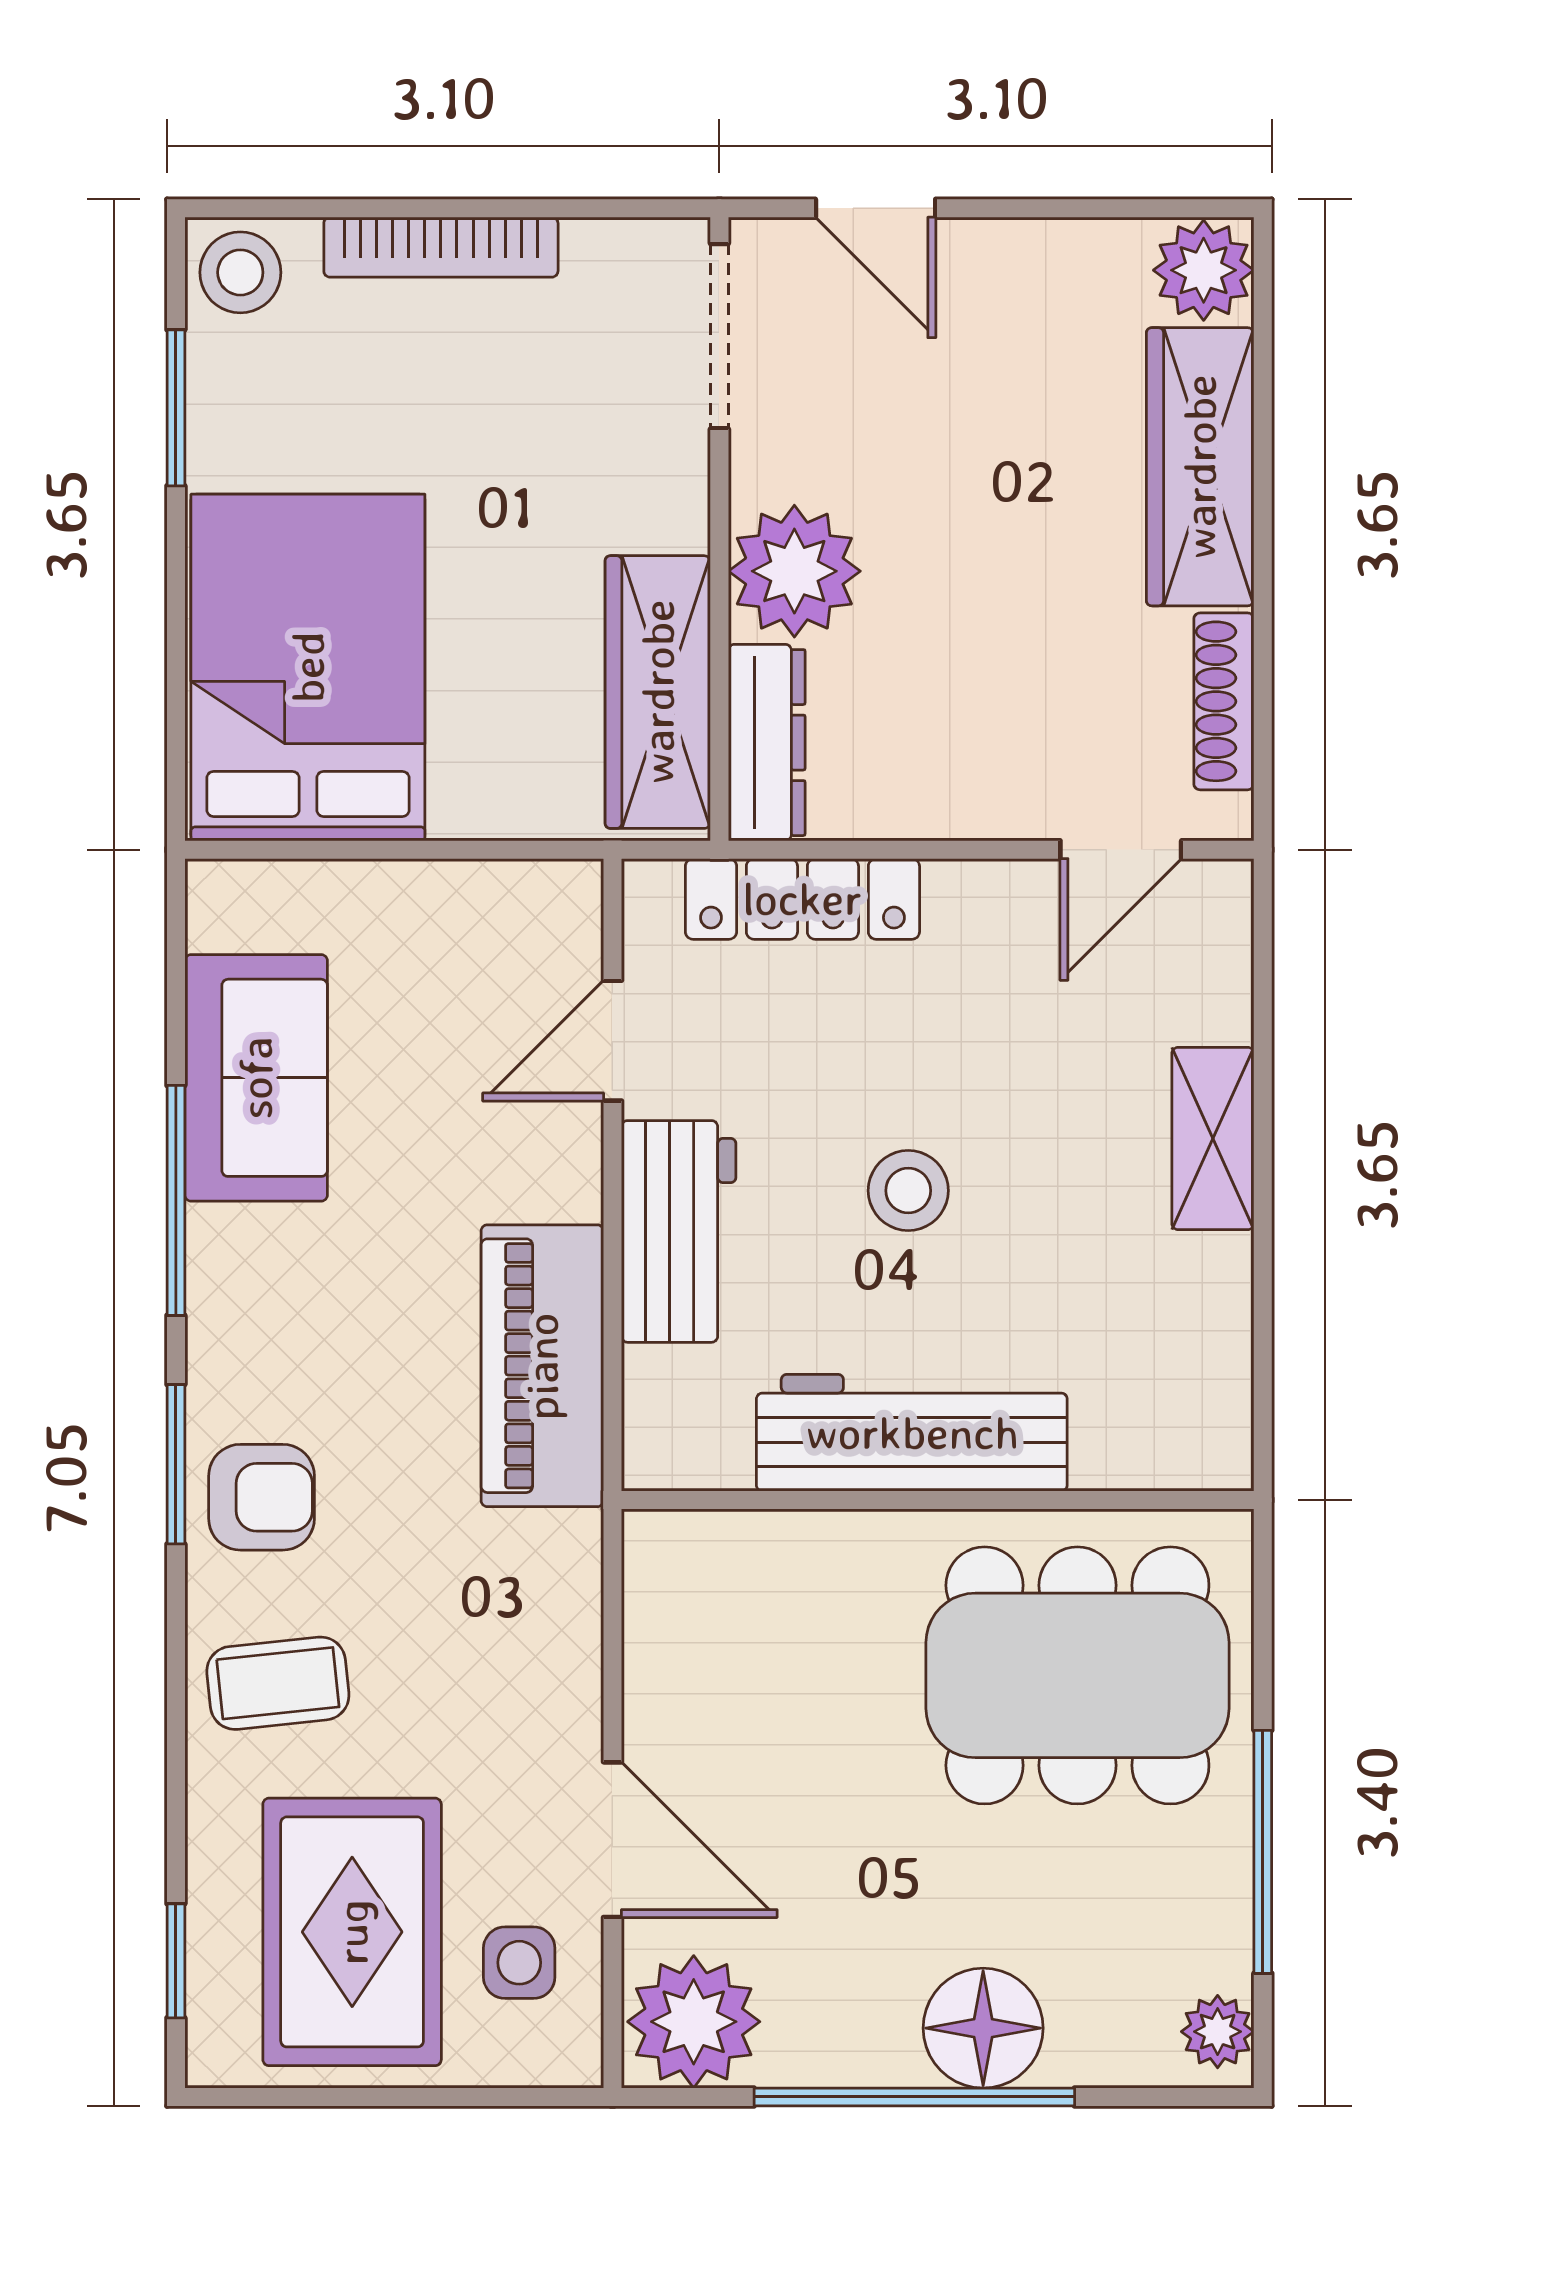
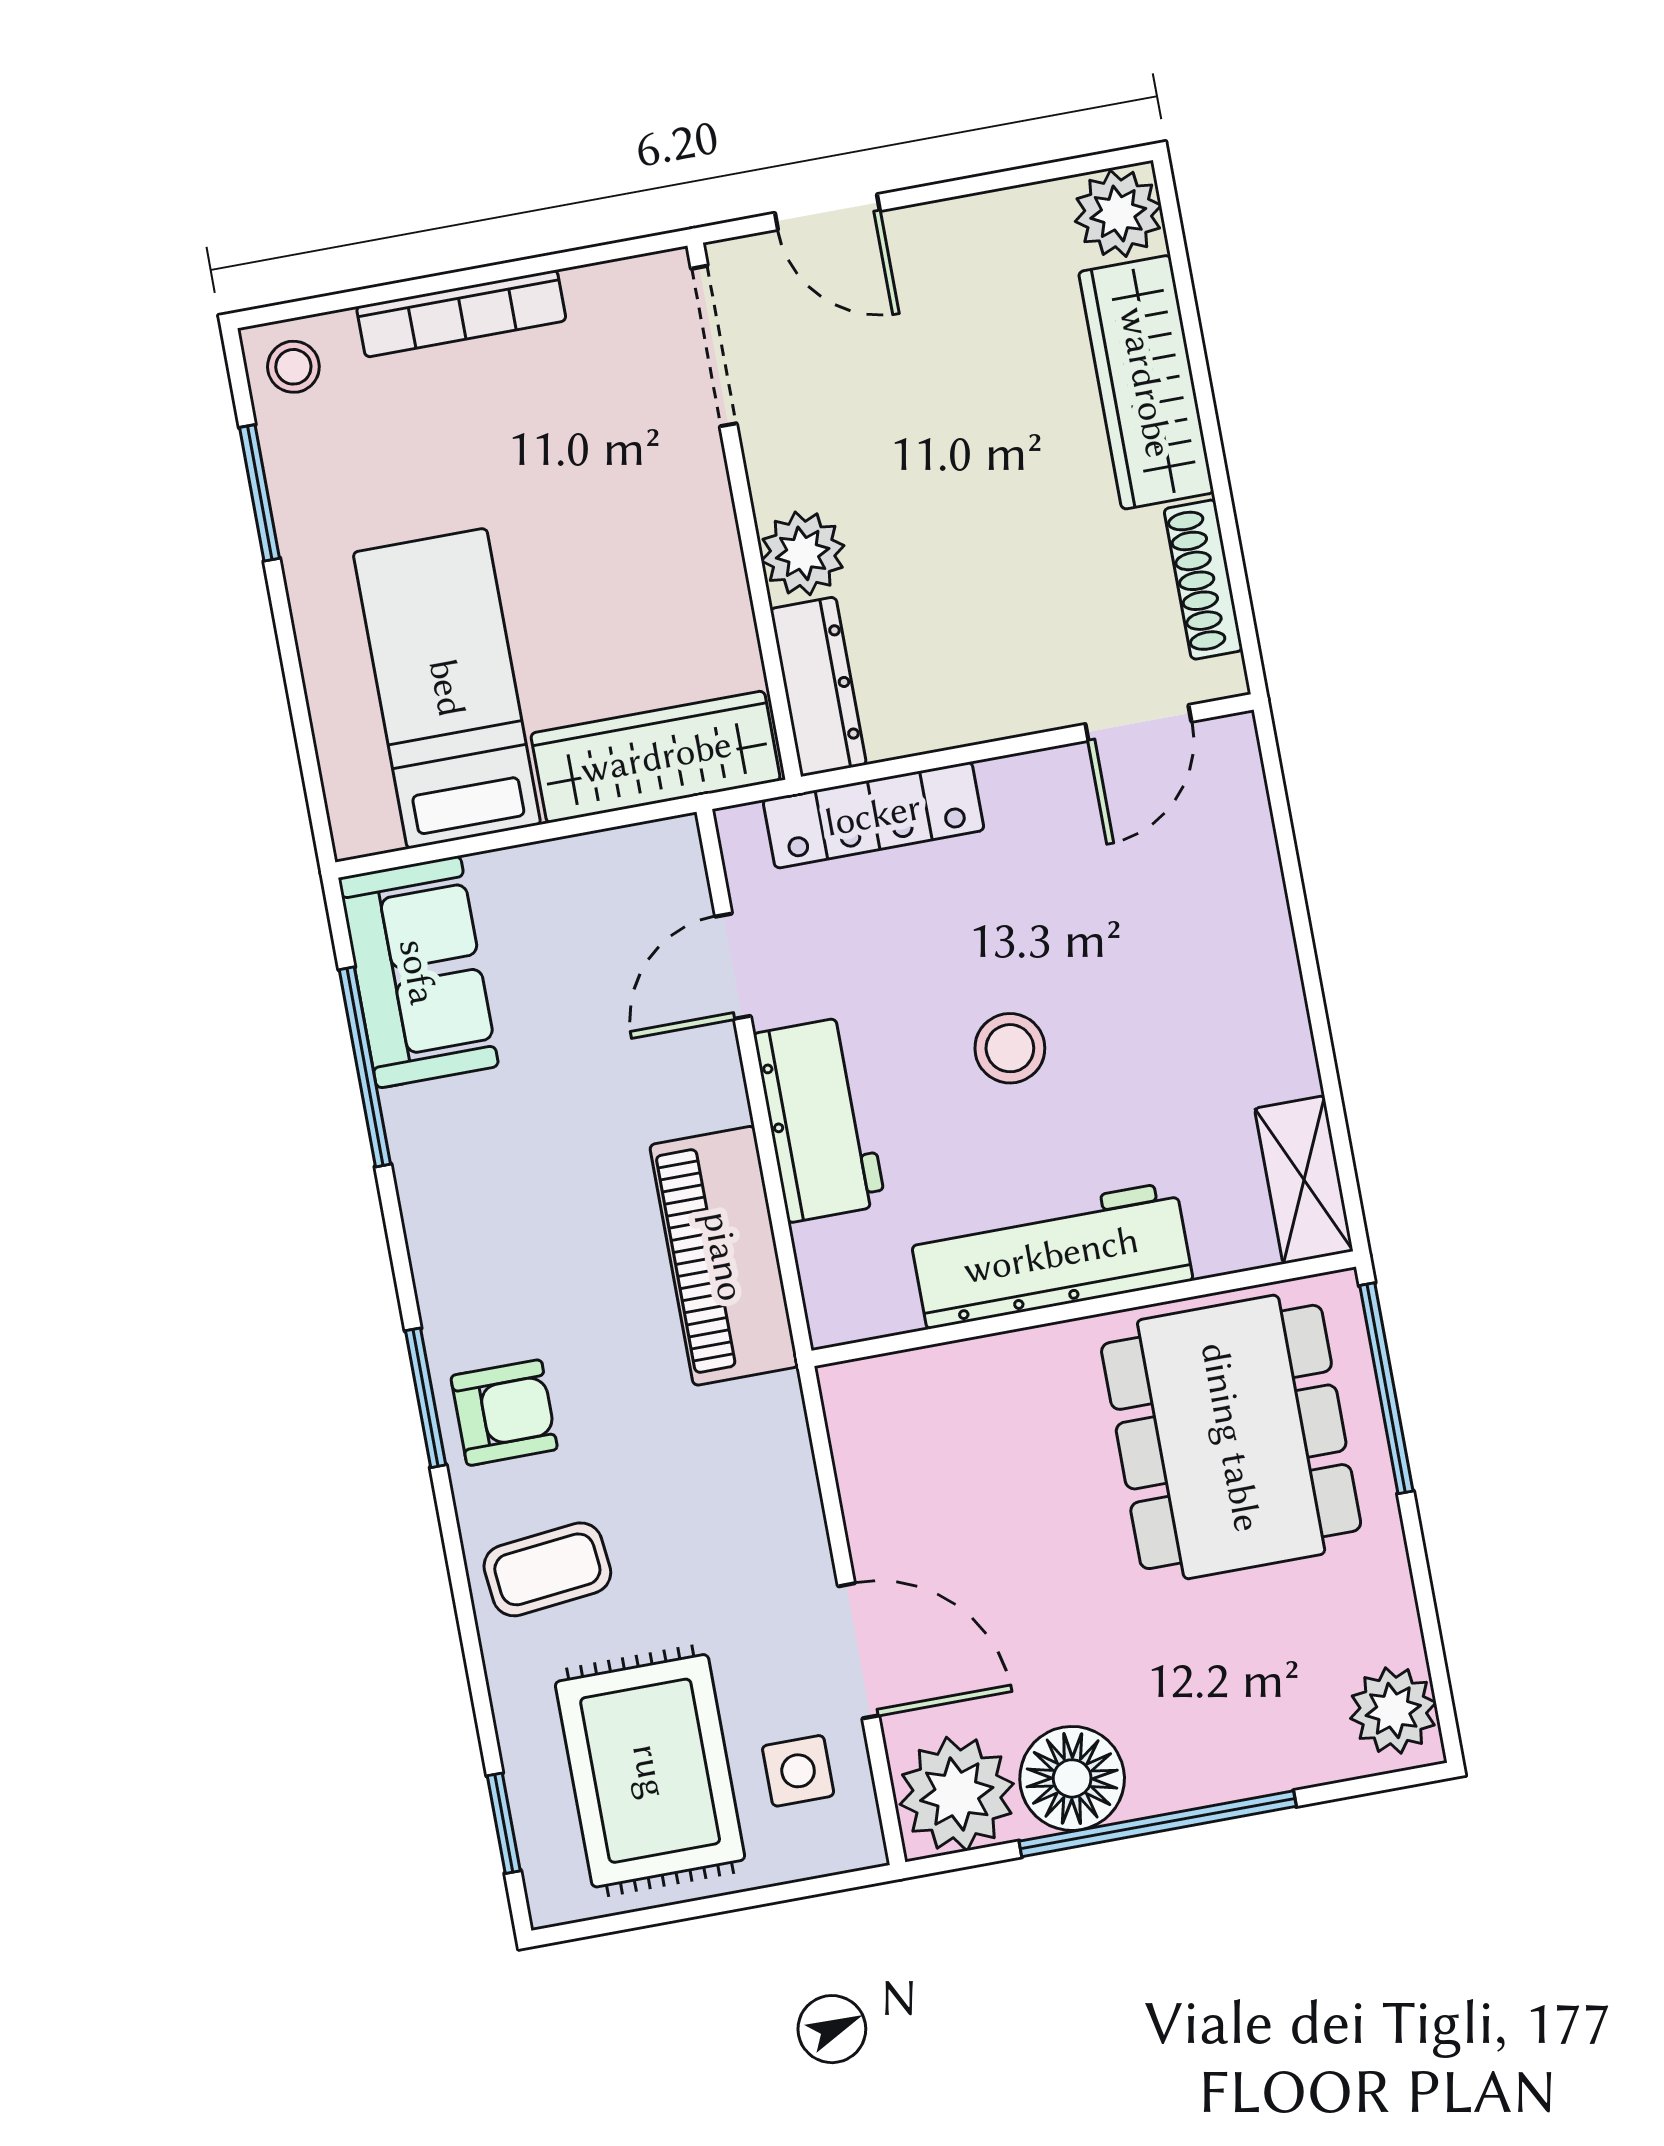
stool: (240, 272) -> (293, 367), width x0.73, depth x0.73
plant: (794, 571) -> (803, 553), width x0.73, depth x0.73
bed: (308, 667) -> (447, 688), width x0.67
wardrobe: (658, 692) -> (656, 757), moved, turned 90
sofa: (256, 1078) -> (418, 972), moved
shelving: (1213, 1139) -> (1304, 1180), moved
window: (176, 1200) -> (365, 1067), moved
dining table: (1077, 1675) -> (1231, 1437), turned 90
window: (1263, 1852) -> (1386, 1388), moved
floor lamp: (983, 2028) -> (1072, 1778), moved
plant: (1218, 2032) -> (1393, 1710), width x1.38, depth x1.38

